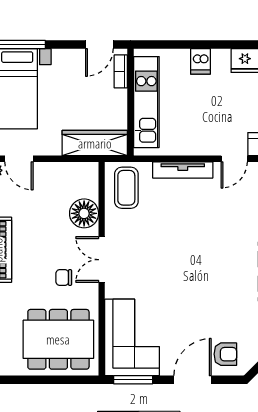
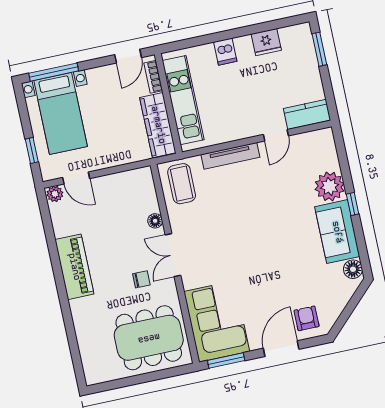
wardrobe: (95, 143) -> (158, 125), moved, turned -90
floor lamp: (84, 213) -> (155, 221), width x0.53, depth x0.53
chair: (64, 278) -> (141, 279), turned 180
armchair: (225, 354) -> (307, 318), turned -90

